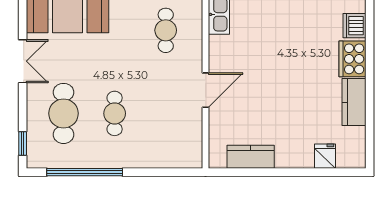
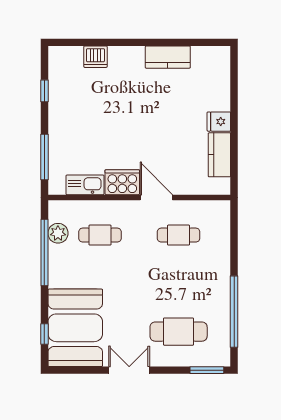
cooker: (353, 59) -> (122, 182), moved, turned 180
cafe table: (115, 113) -> (179, 235), moved
window: (23, 143) -> (207, 370), width x1.50
fridge: (325, 156) -> (219, 122), moved

